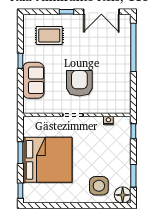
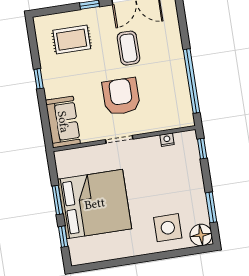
window: (133, 47) -> (192, 81), moved
coffee table: (90, 48) -> (128, 48), added
sofa: (33, 80) -> (63, 122), moved
window: (20, 191) -> (63, 237), moved

